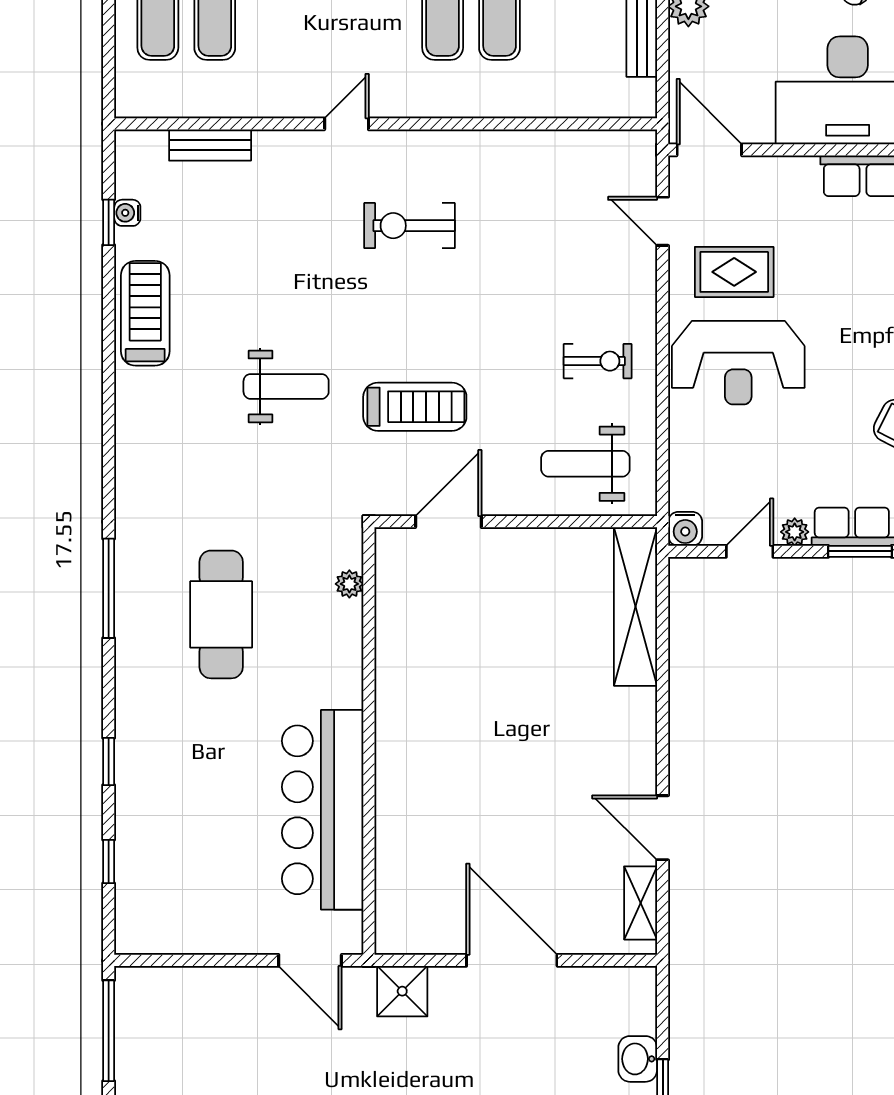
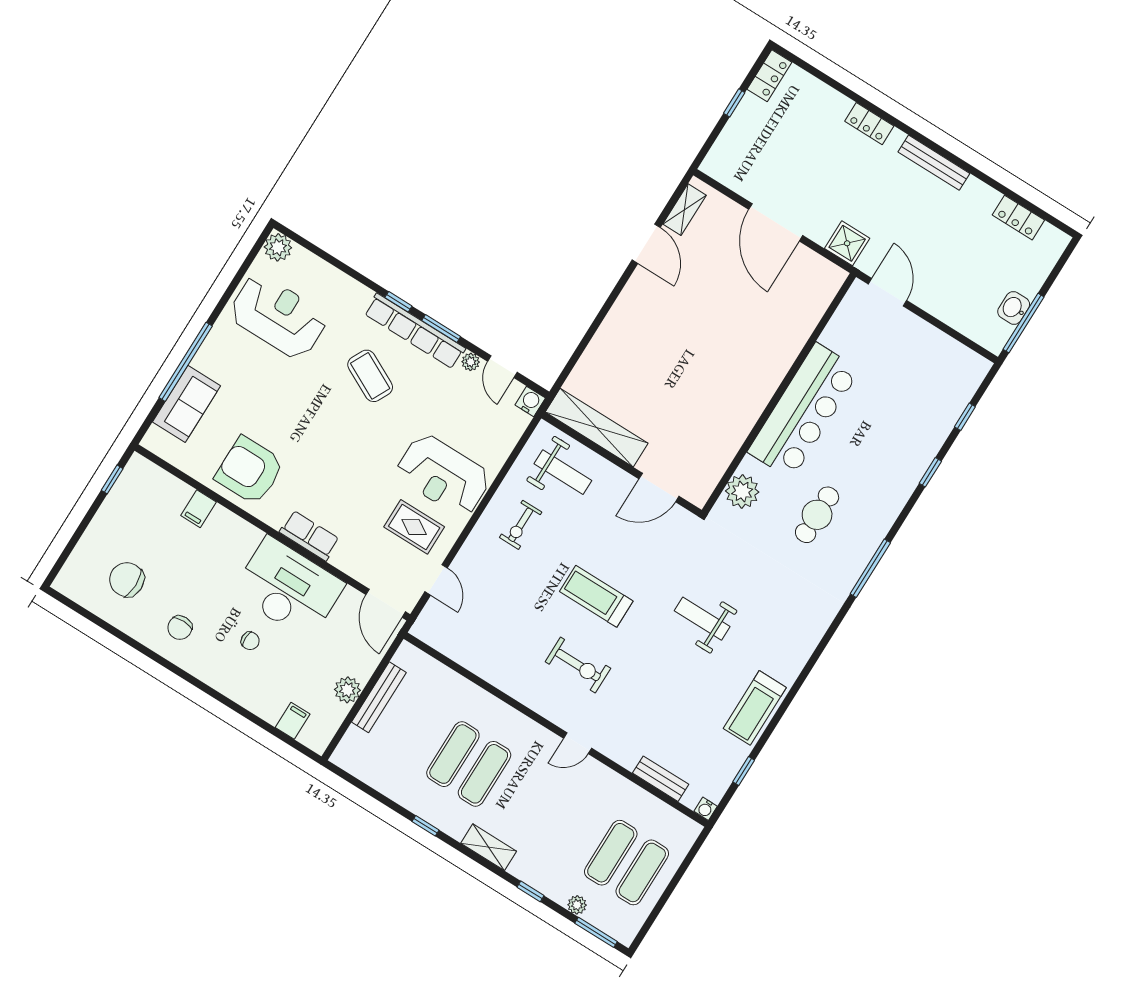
water cooler: (127, 213) -> (706, 809), moved, turned 90
exercise bike: (598, 361) -> (521, 525), turned -90
reception desk: (738, 363) -> (443, 475), turned 180
treadmill: (415, 407) -> (596, 596), moved
door: (750, 551) -> (502, 367), hinge flipped
plant: (349, 584) -> (742, 491), width x1.87, depth x1.87
shelving: (635, 607) -> (597, 428), moved, turned 90
cafe table: (221, 614) -> (817, 515), width x0.73, depth x0.74
bar counter: (323, 810) -> (804, 411), moved
washbasin: (638, 1059) -> (1014, 308), moved, turned 180

